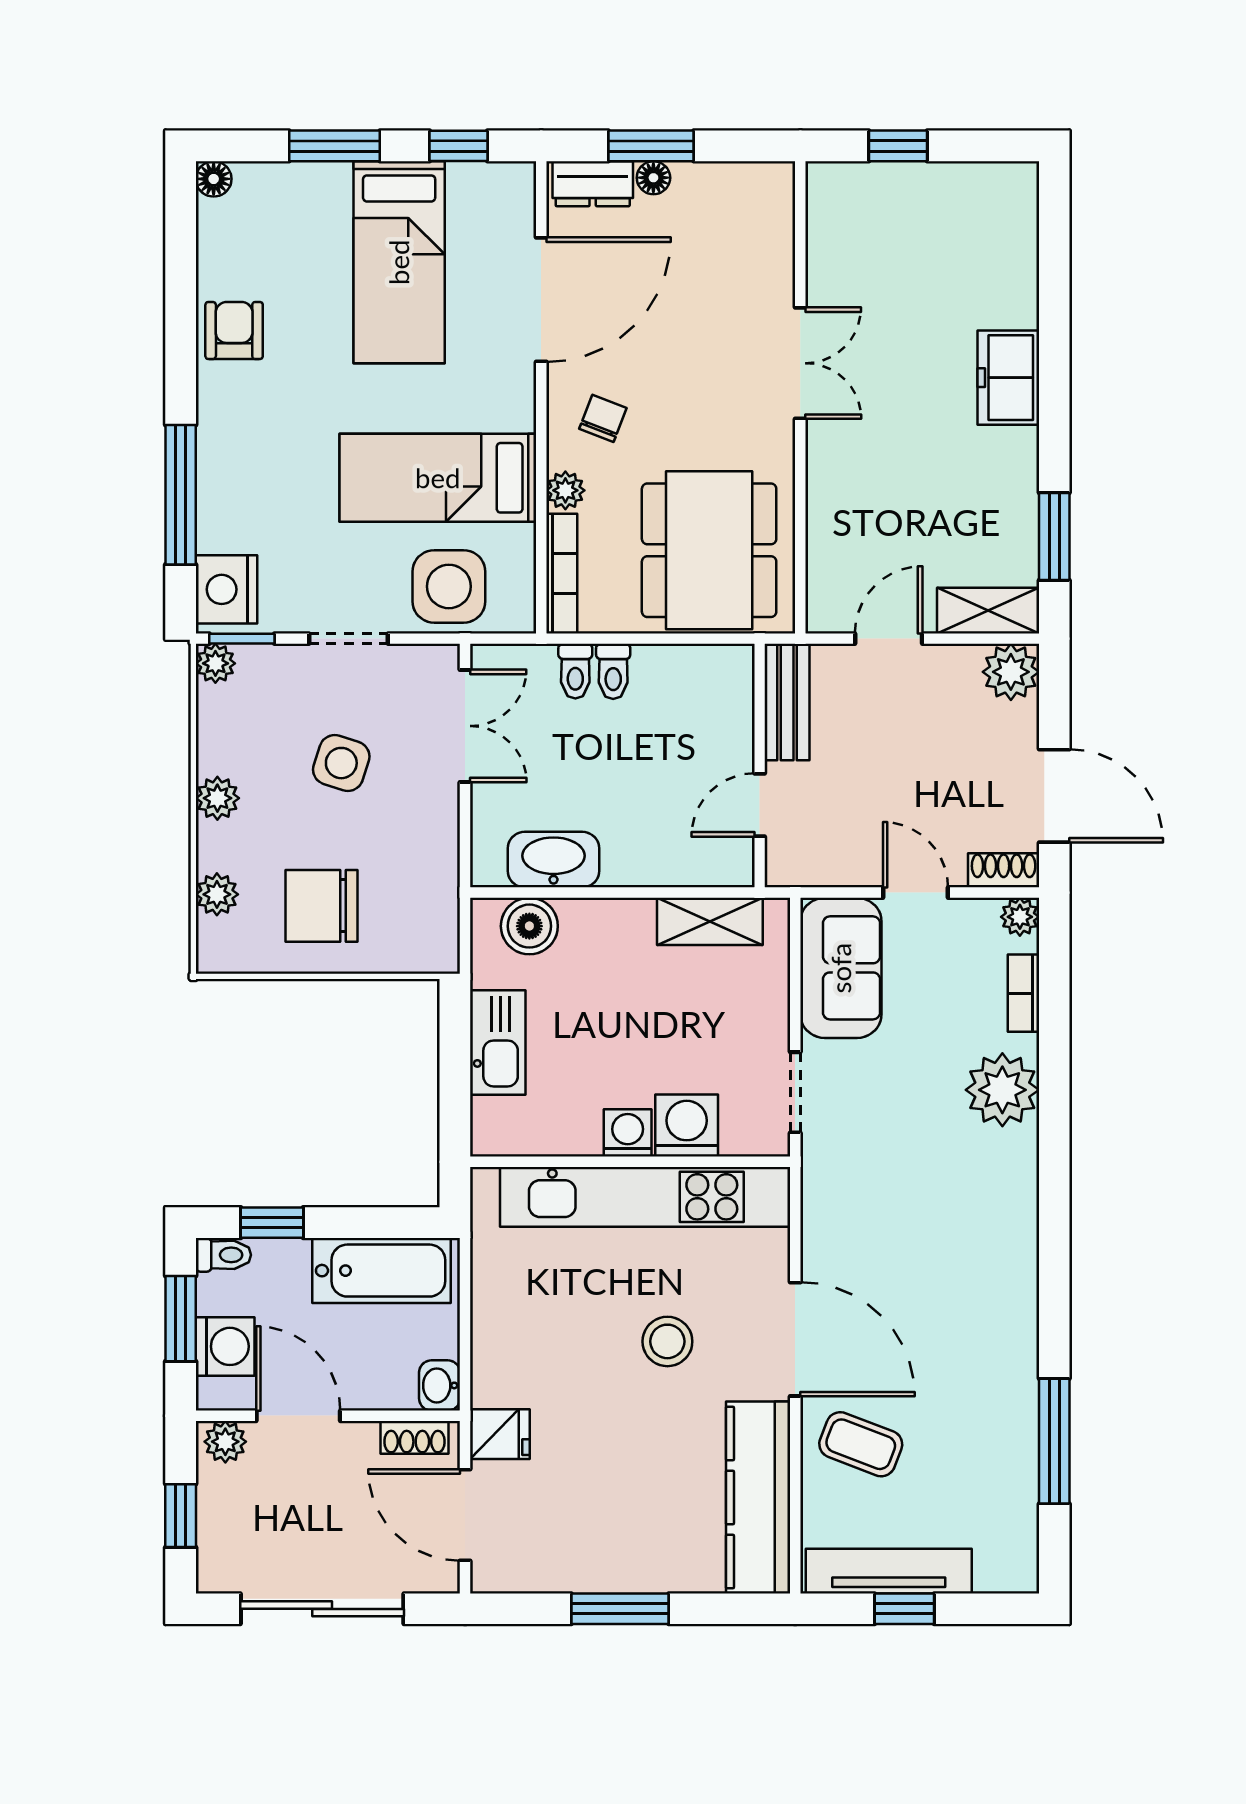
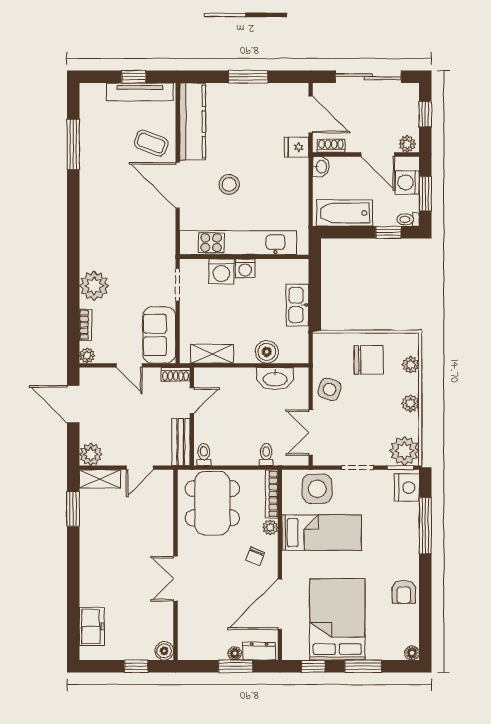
boiler: (828, 184) -> (164, 651), added
bed: (399, 262) -> (337, 619), width x1.50
freezer: (1008, 378) -> (92, 626), moved
plant: (215, 663) -> (404, 451), width x1.87, depth x1.87
toilet: (613, 671) -> (204, 454), moved
side table: (341, 763) -> (329, 389), moved
shoe rack: (1004, 870) -> (176, 374), moved
boiler: (529, 926) -> (267, 352), moved

